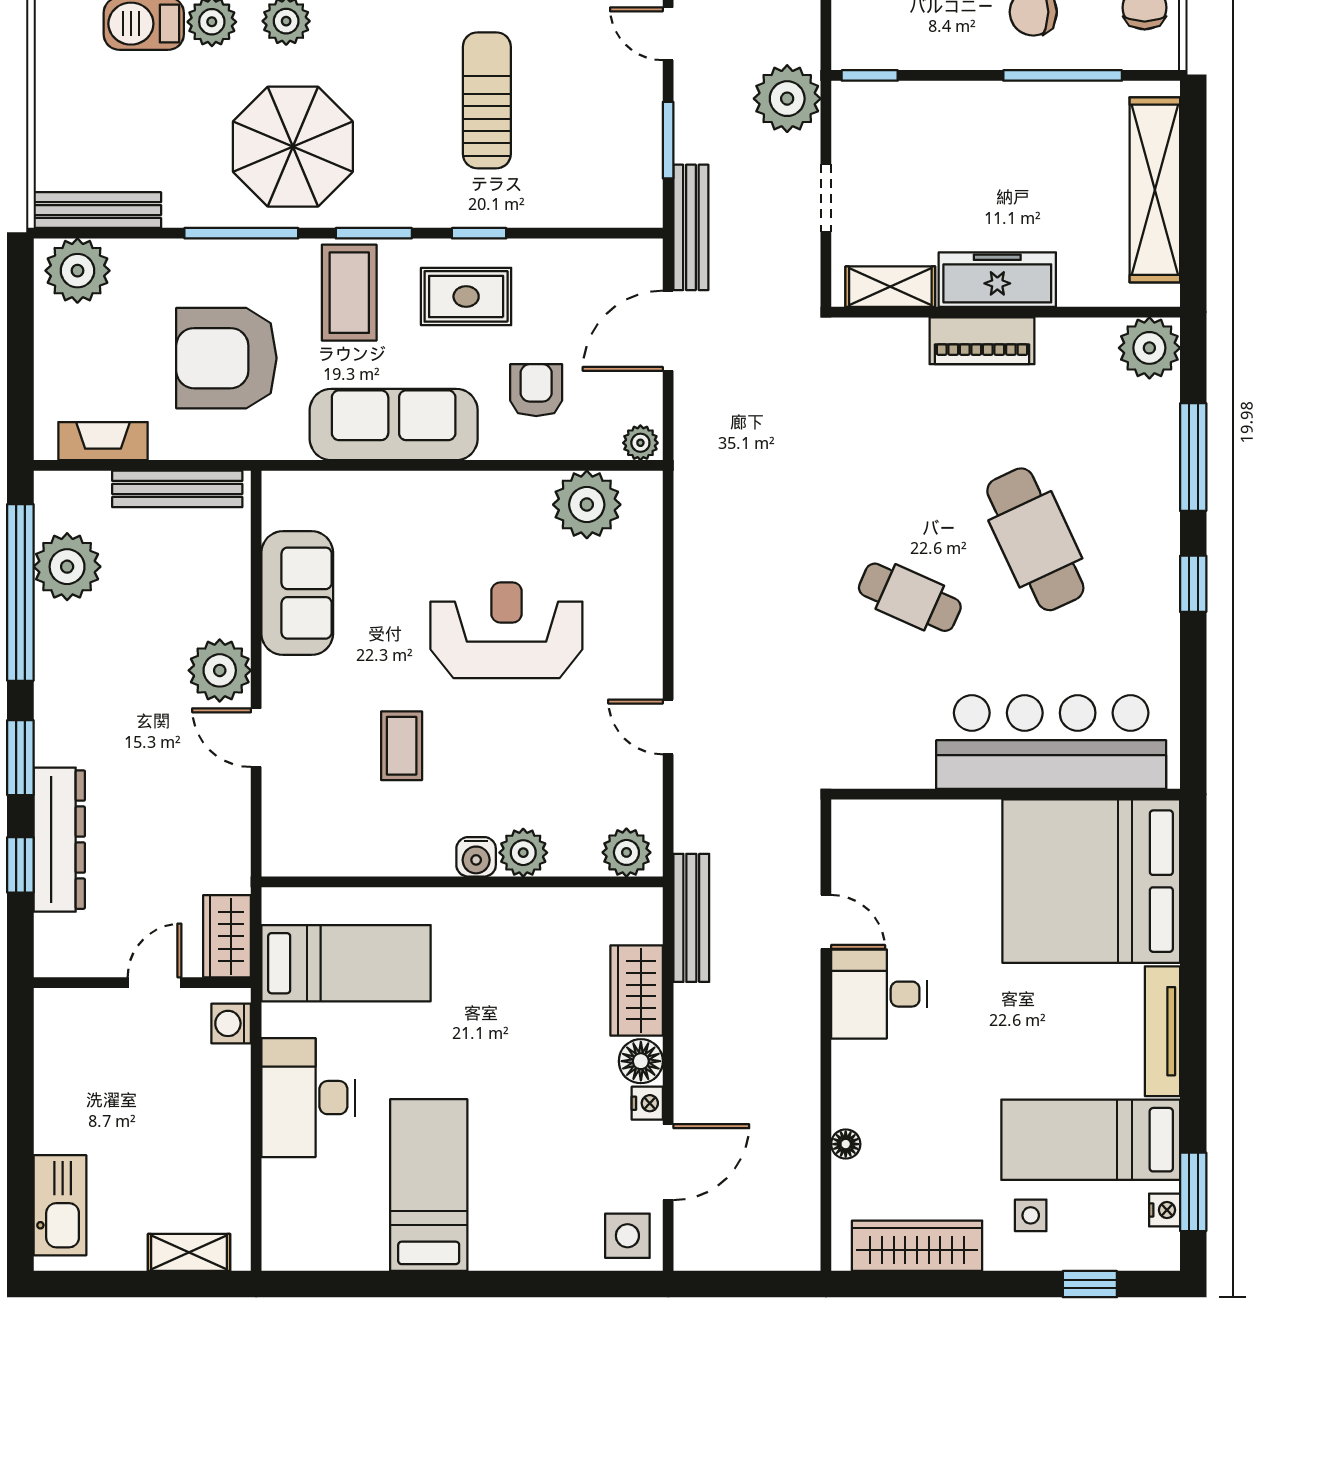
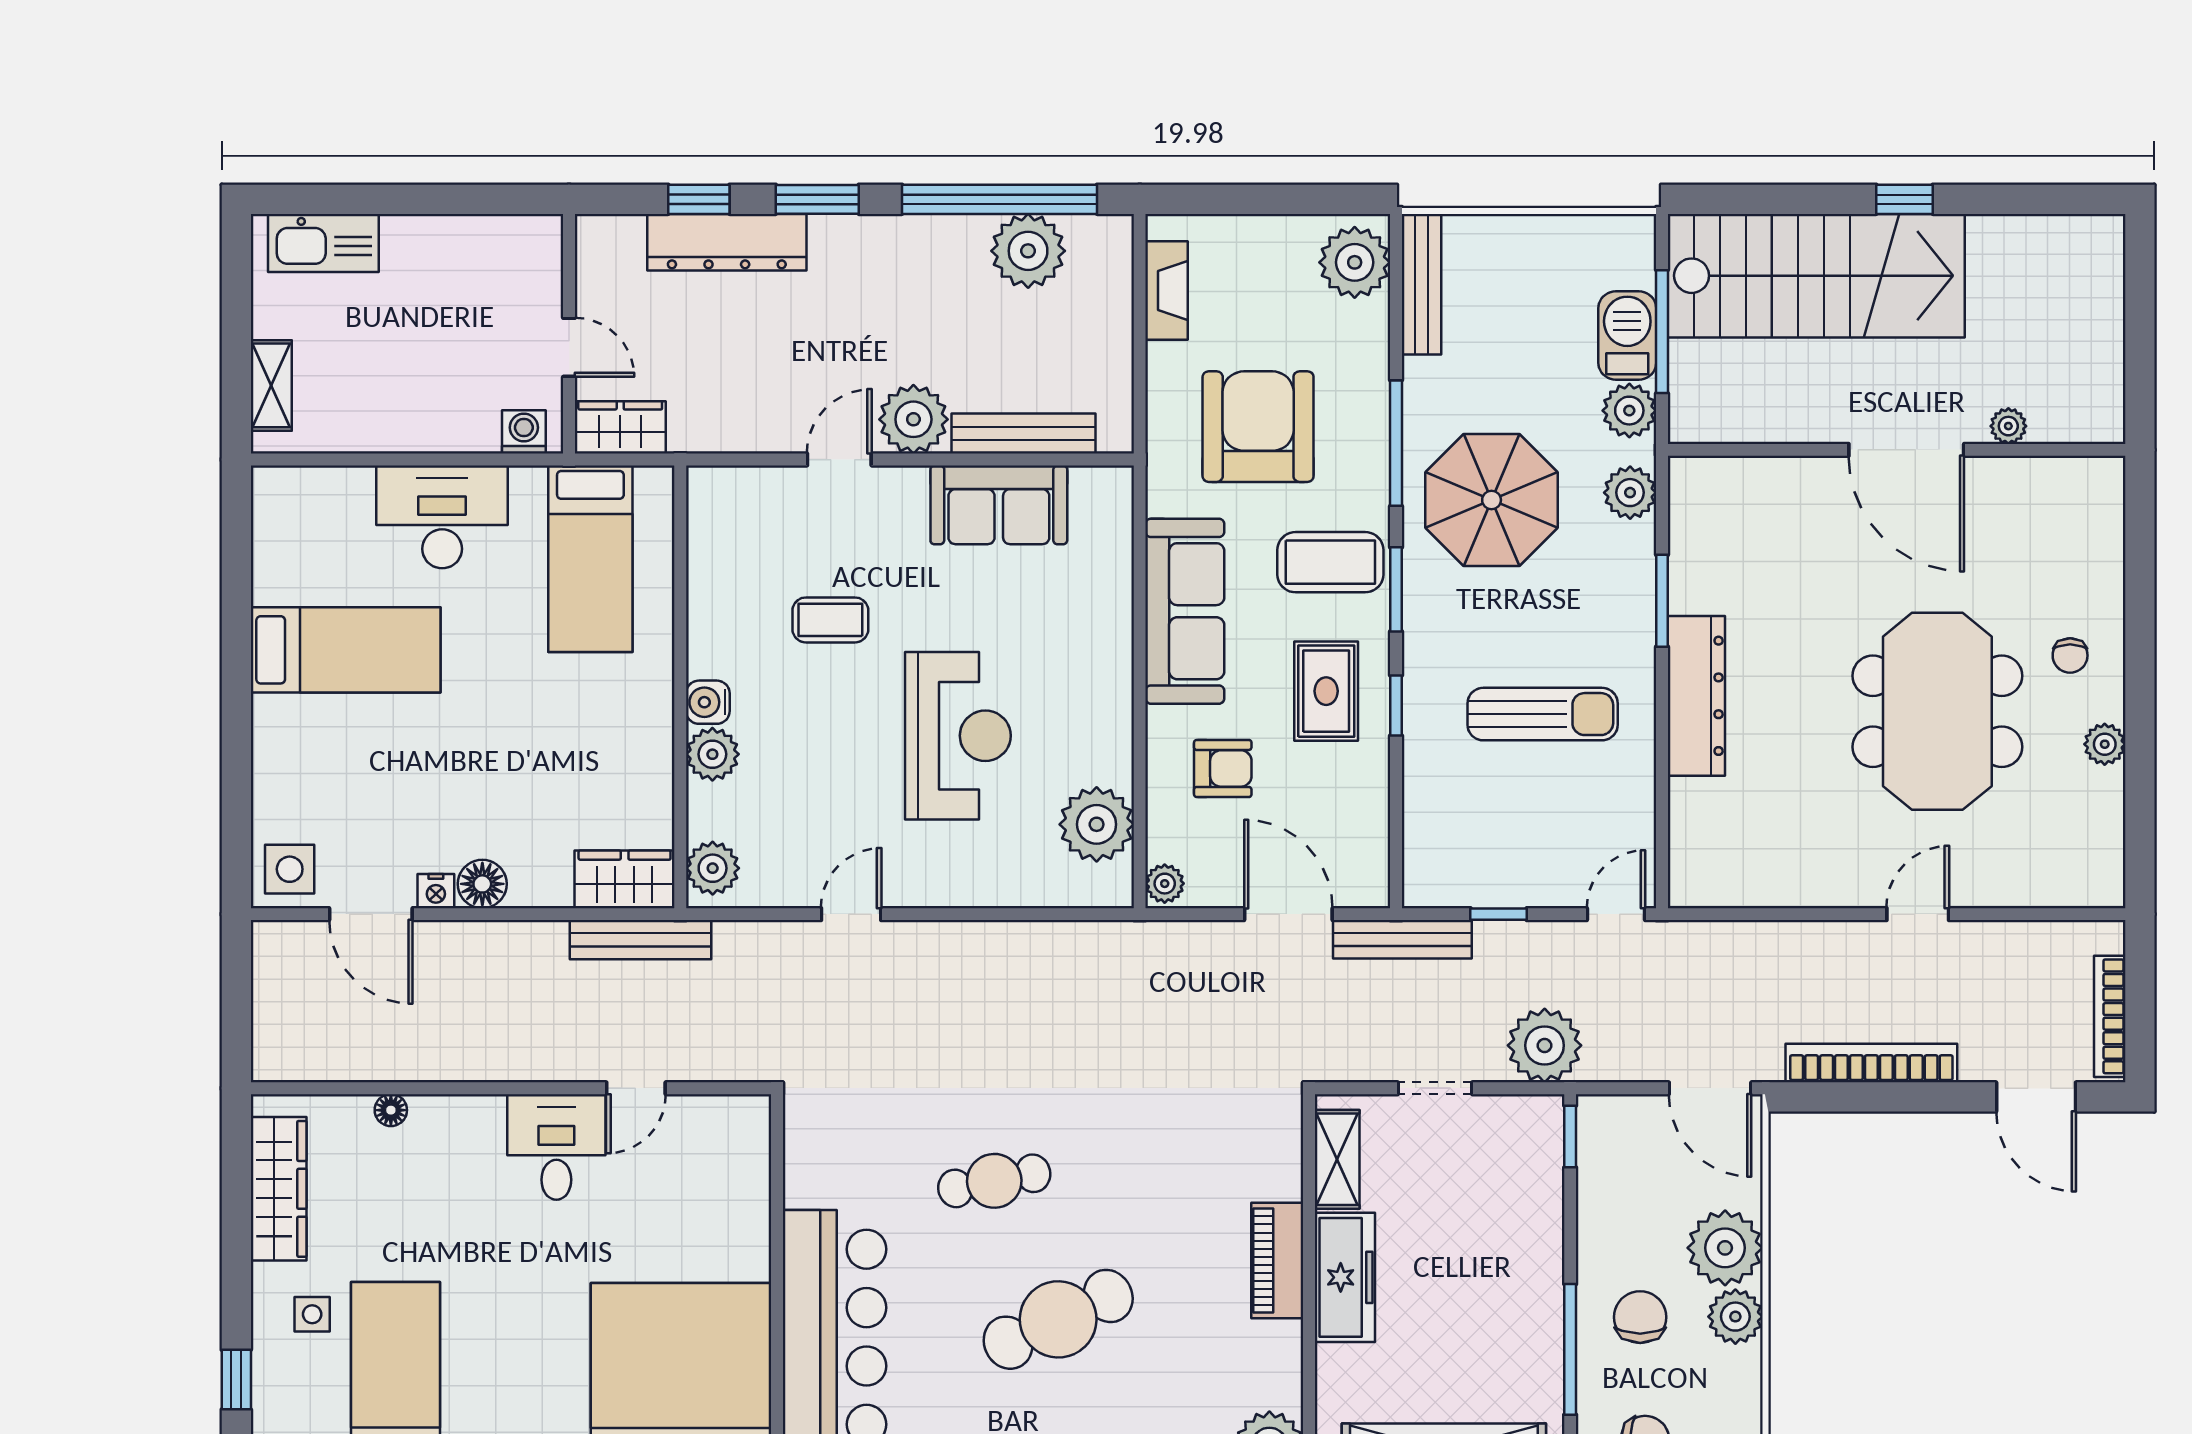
window: (668, 140) -> (1499, 914), width x0.67
bench: (177, 489) -> (1024, 434), moved, turned 90
cafe table: (910, 597) -> (994, 1181), turned 55
wardrobe: (637, 990) -> (625, 879), moved

